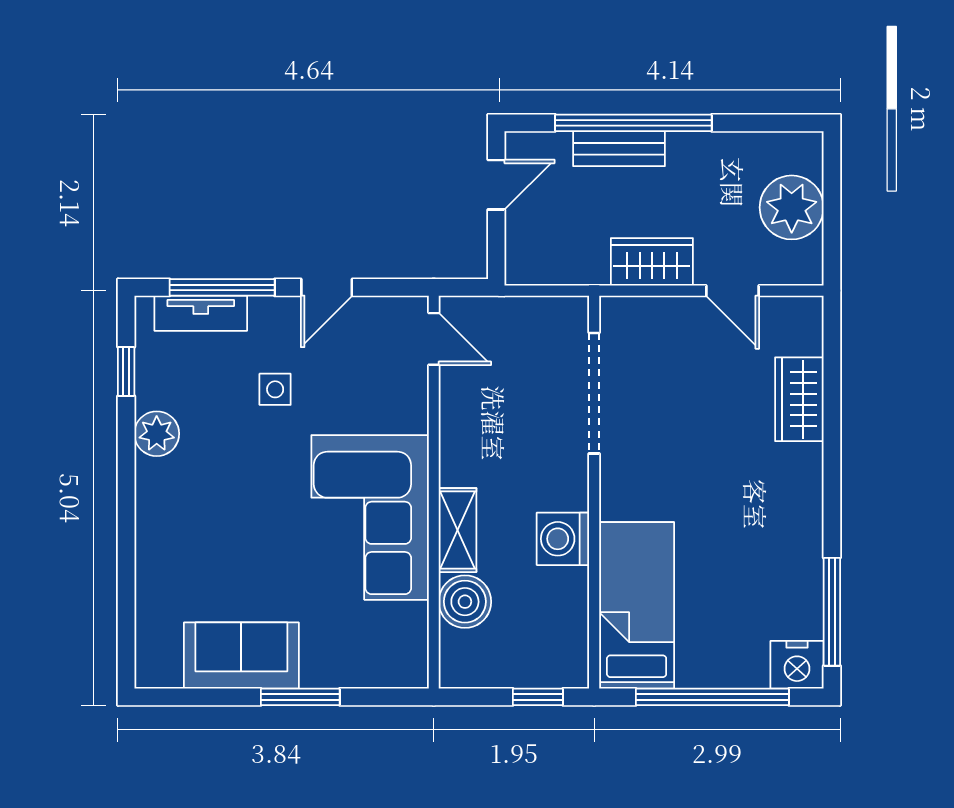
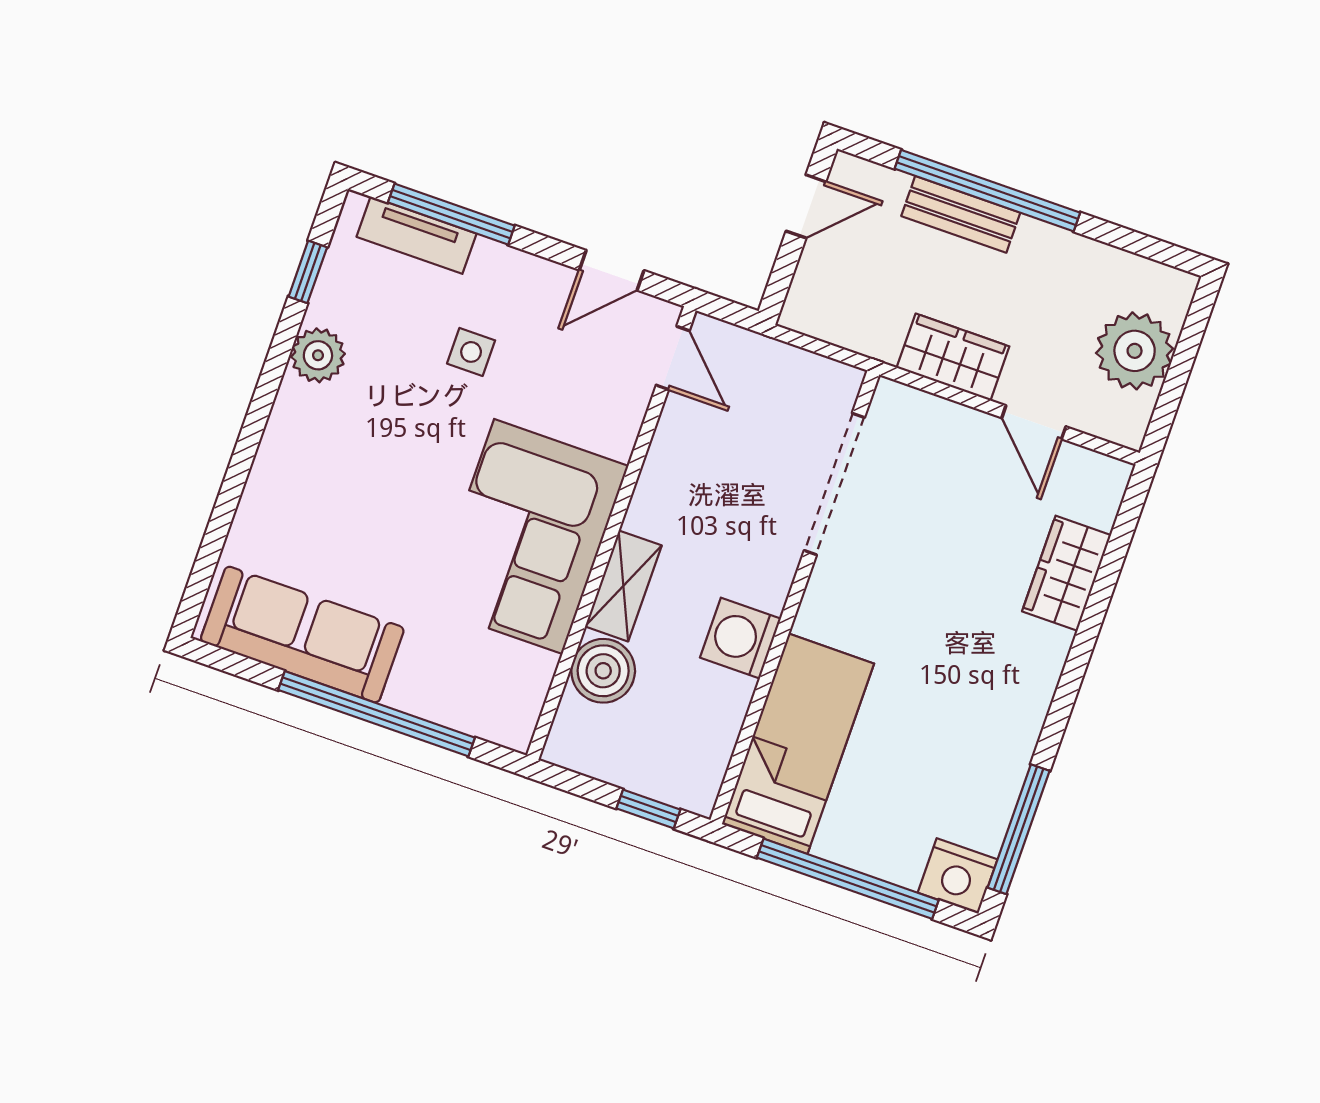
door: (327, 287) -> (612, 270), moved
sofa: (241, 656) -> (302, 635), width x1.36
window: (300, 697) -> (377, 714), width x2.11

